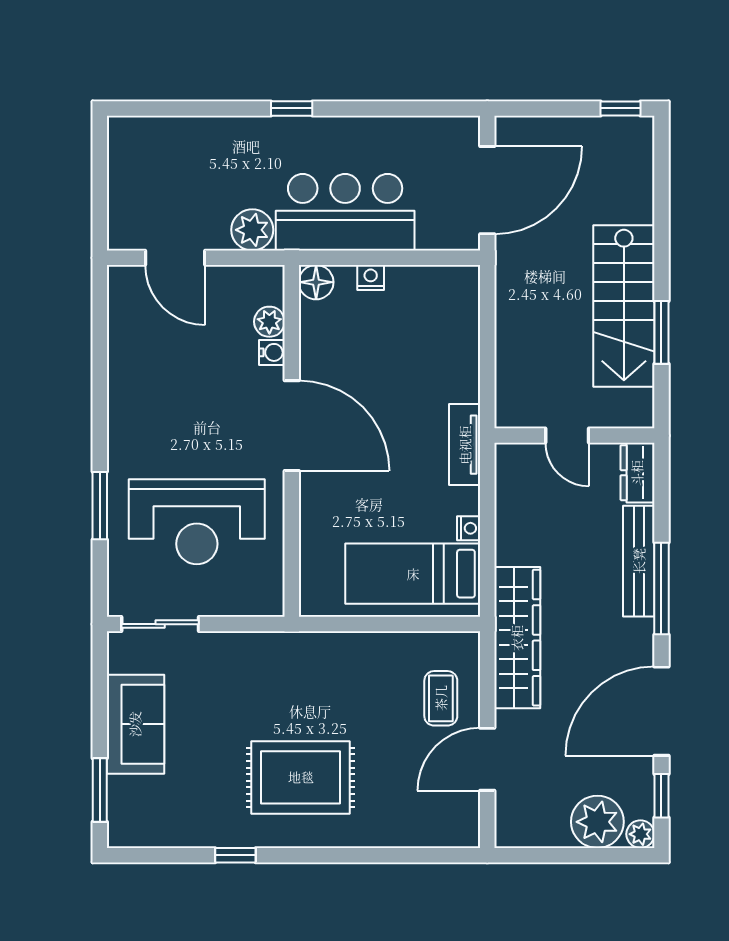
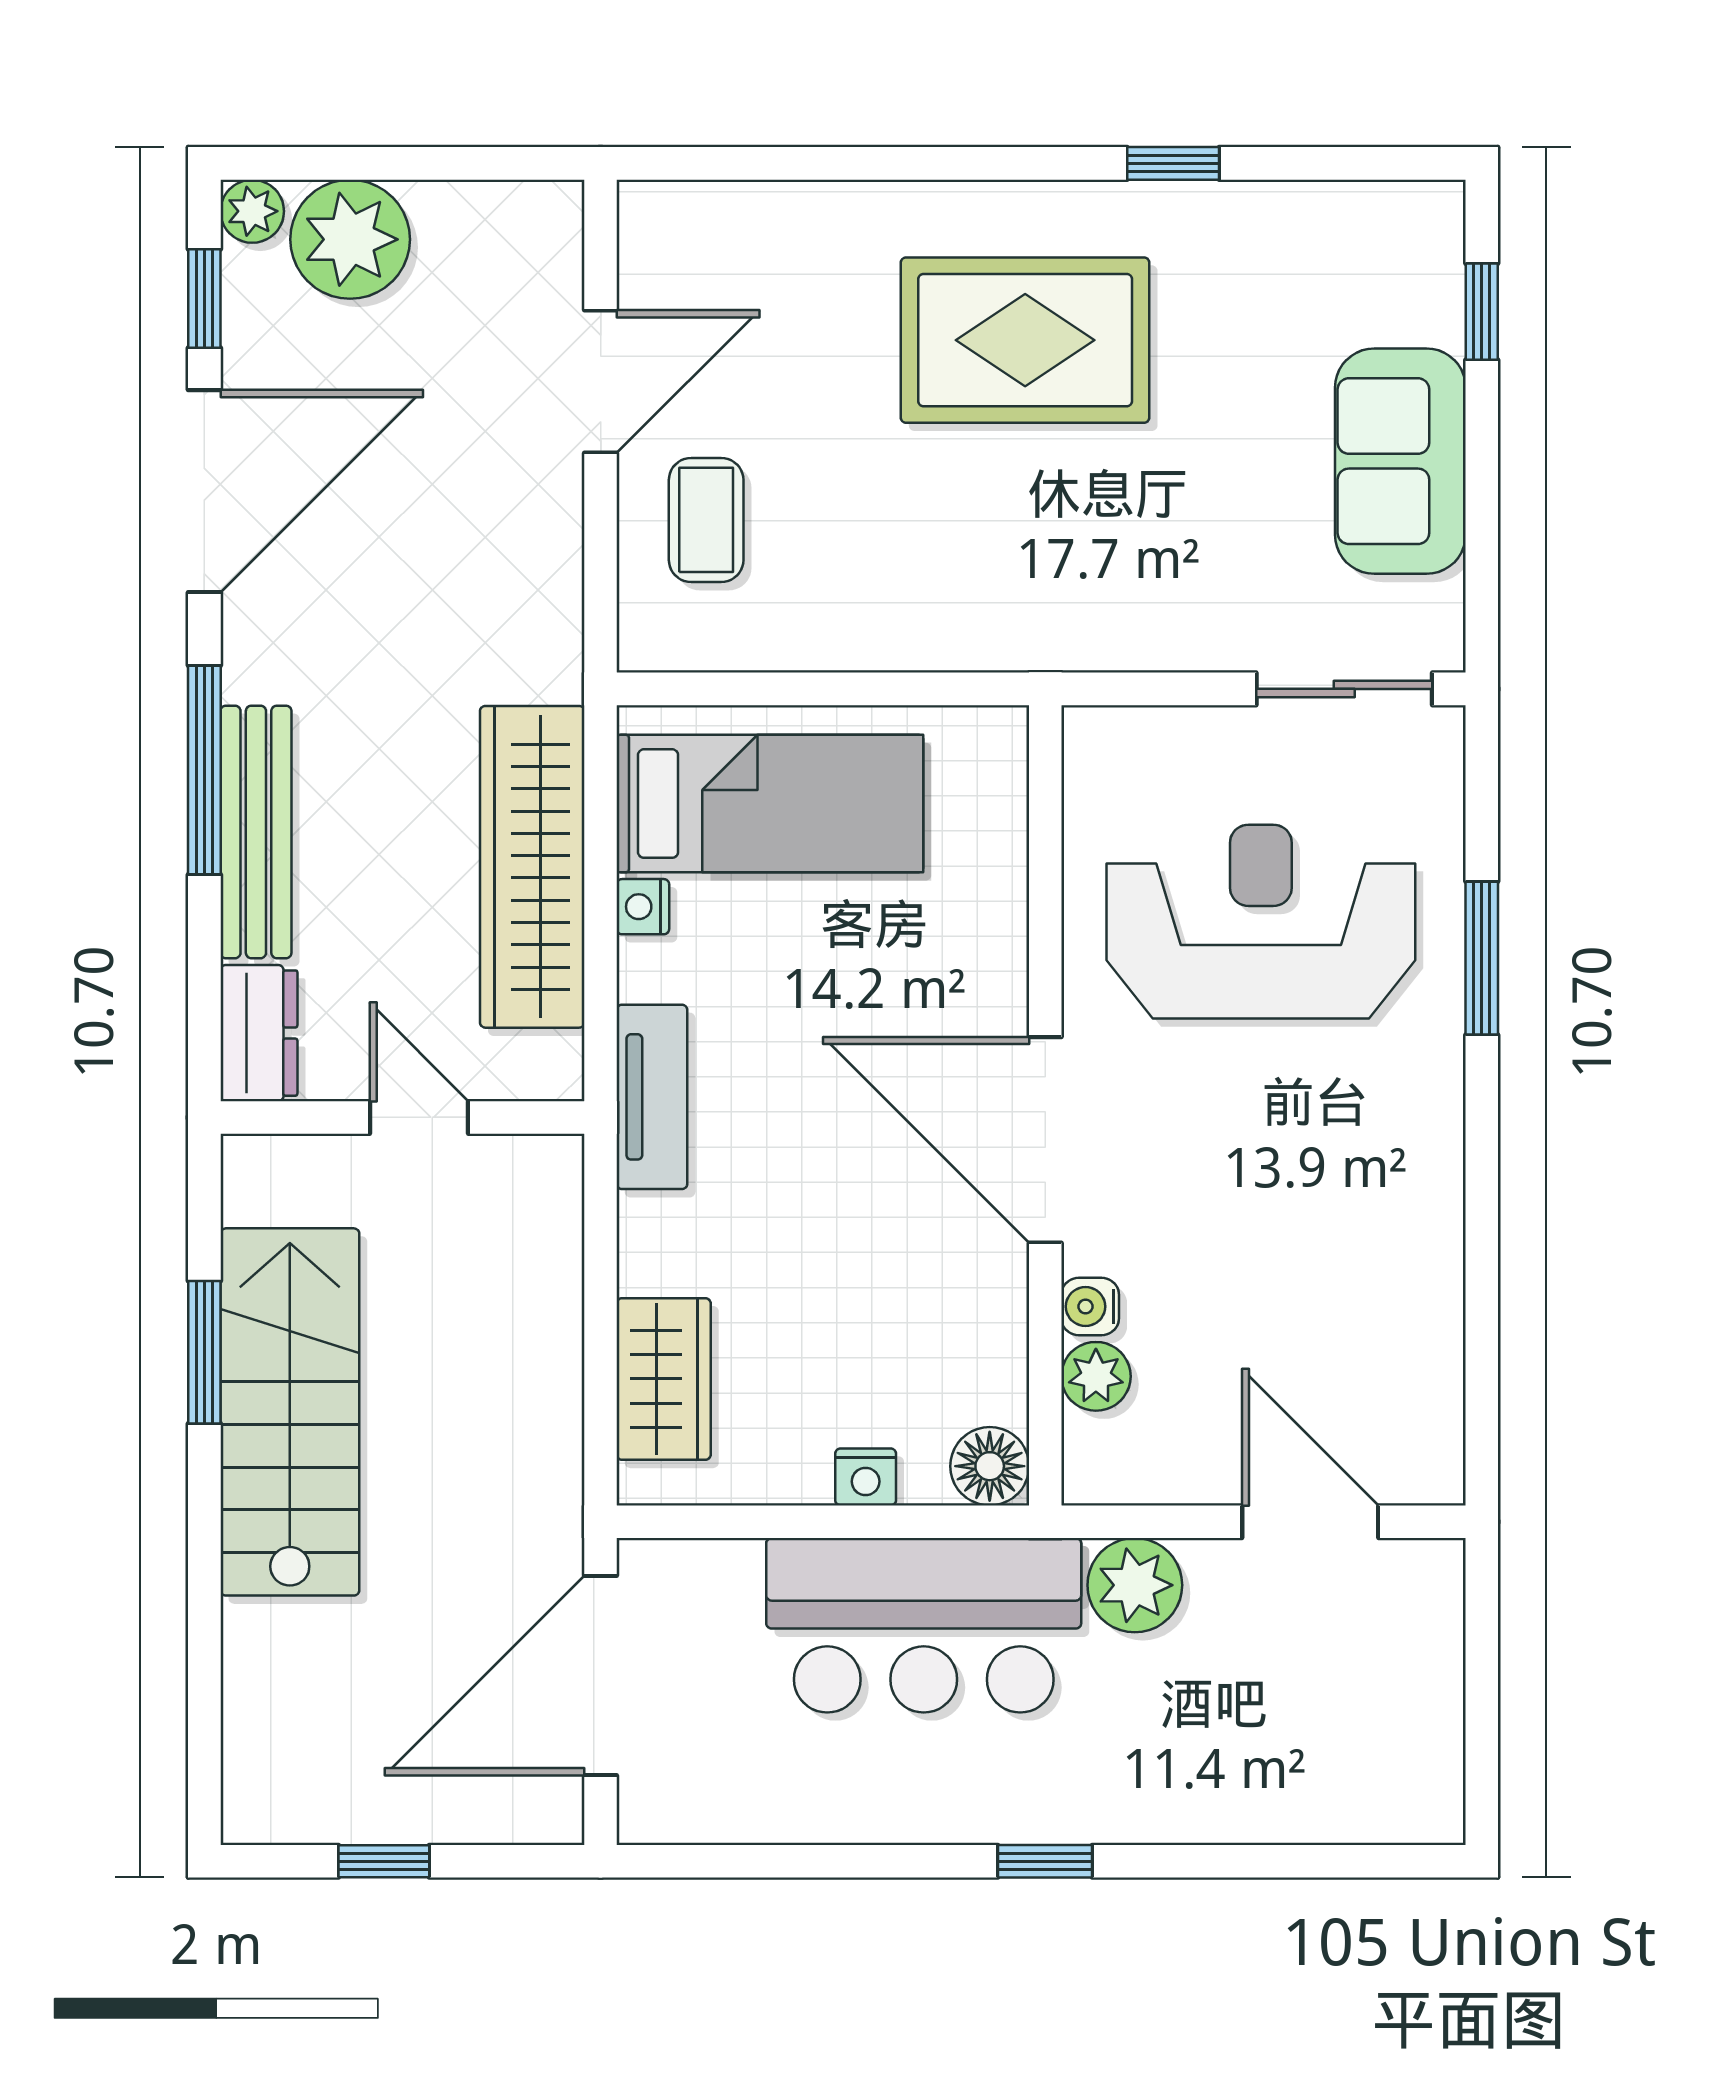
window: (621, 108) -> (384, 1861), moved
wardrobe: (459, 321) -> (664, 1379), added
wardrobe: (517, 638) -> (532, 867), moved
window: (100, 790) -> (1482, 312), width x0.67

